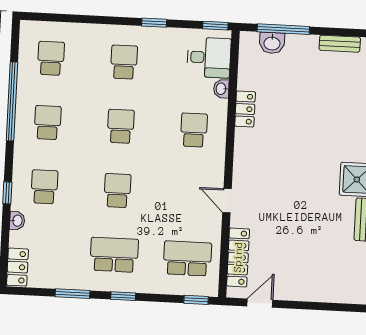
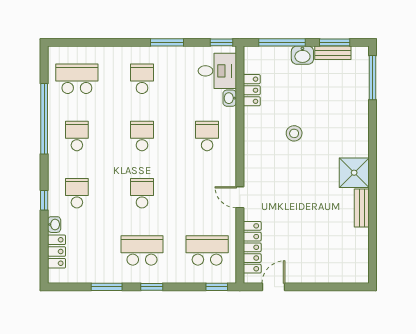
window: (154, 23) -> (167, 42), width x1.50
window: (342, 32) -> (335, 42), added
washbasin: (272, 43) -> (302, 55), moved
school desk: (51, 58) -> (77, 79), width x1.85
locker: (245, 109) -> (252, 90), moved
stool: (292, 132) -> (294, 133), added
locker: (17, 267) -> (57, 252), moved

